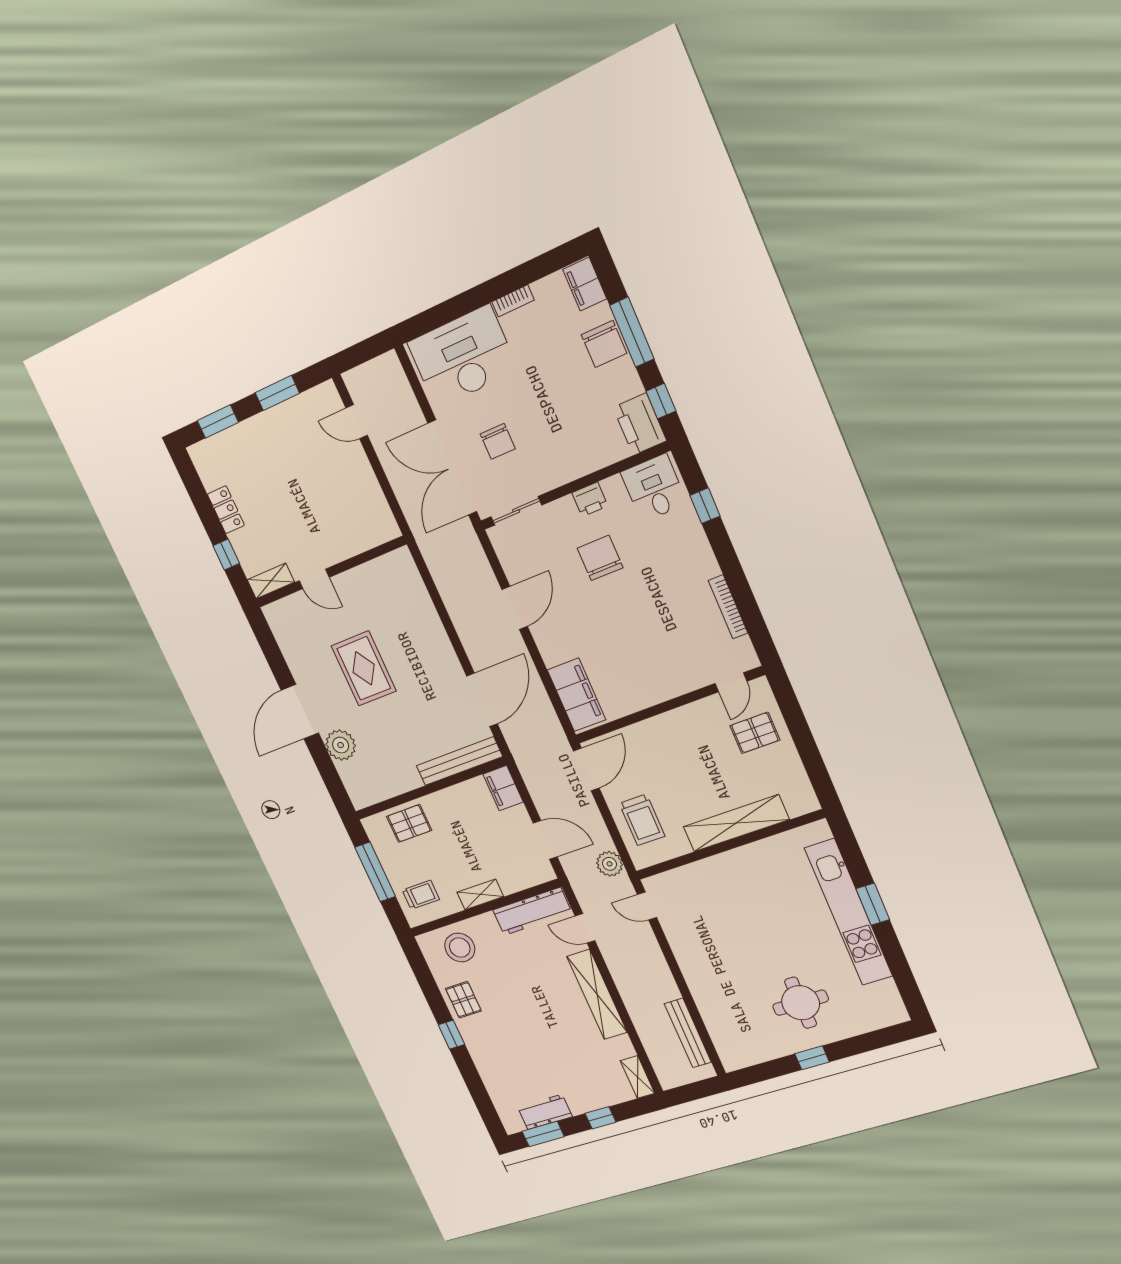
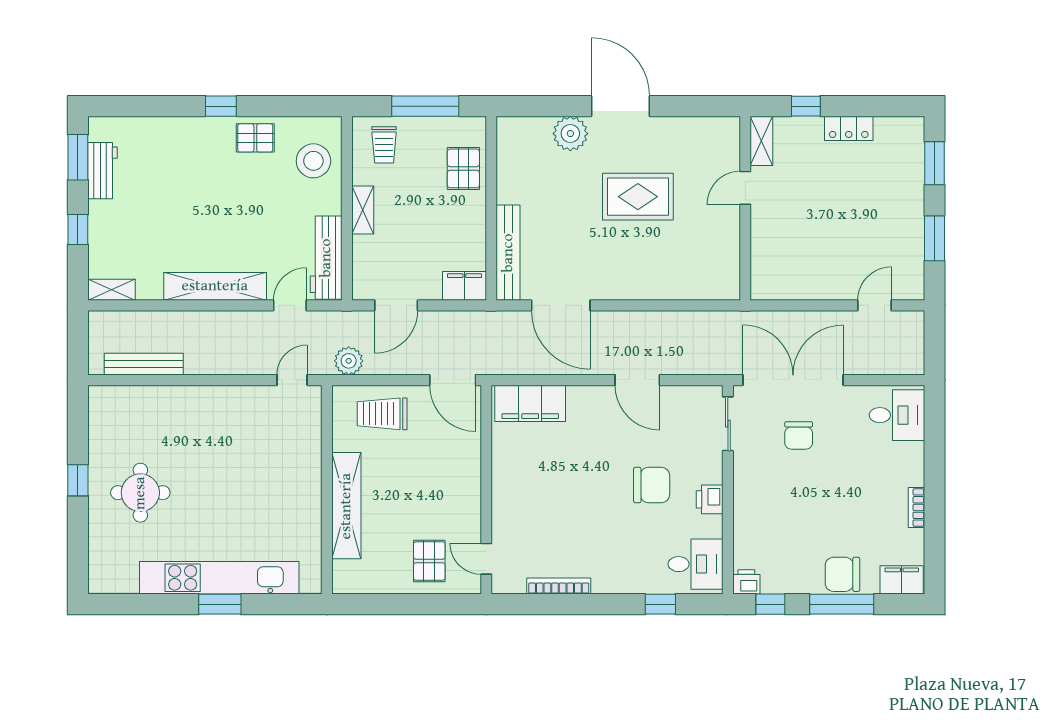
desk: (463, 356) -> (897, 415), width x0.53, depth x0.77
printer: (640, 424) -> (746, 582), width x0.53, depth x0.68
chair: (498, 441) -> (799, 435), turned -90

